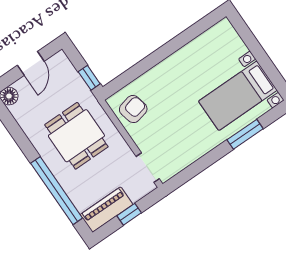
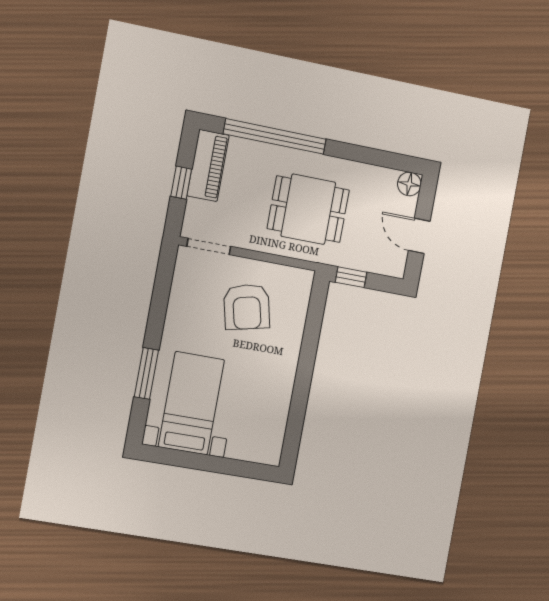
armchair: (133, 109) -> (247, 307), moved, width x1.38, depth x1.38

